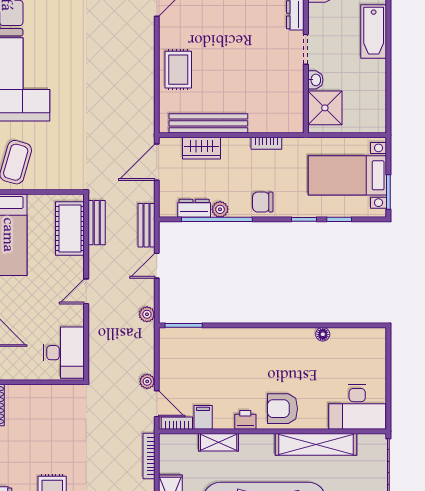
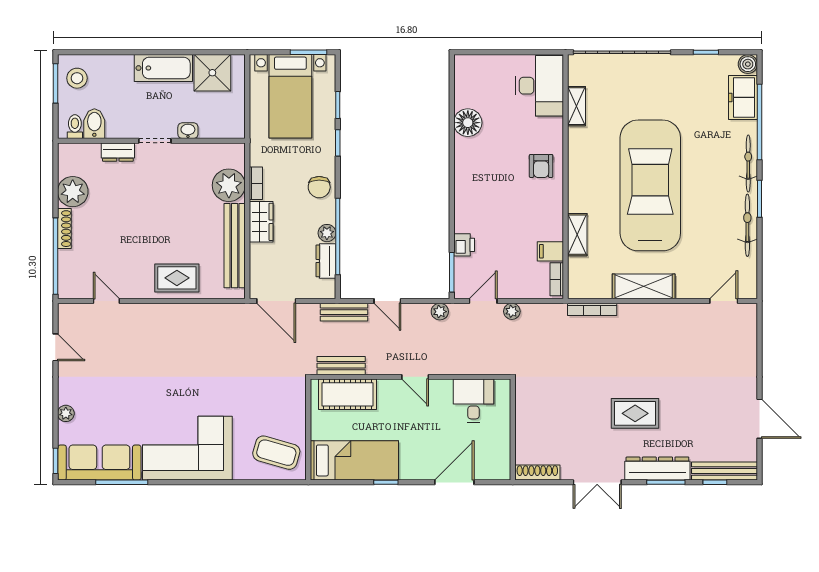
bathtub: (374, 31) -> (163, 68), moved
shower: (325, 108) -> (212, 73), moved
plant: (265, 118) -> (229, 185), added
wardrobe: (202, 148) -> (261, 222), moved
floor lamp: (323, 334) -> (468, 123), width x1.89, depth x1.89
desk: (64, 353) -> (473, 401), width x0.73
door: (157, 404) -> (483, 301), moved
armchair: (282, 409) -> (541, 166), width x0.72, depth x0.72
printer: (245, 420) -> (464, 245), moved, turned 180
shelving: (316, 444) -> (577, 106), width x0.45, depth x0.75

